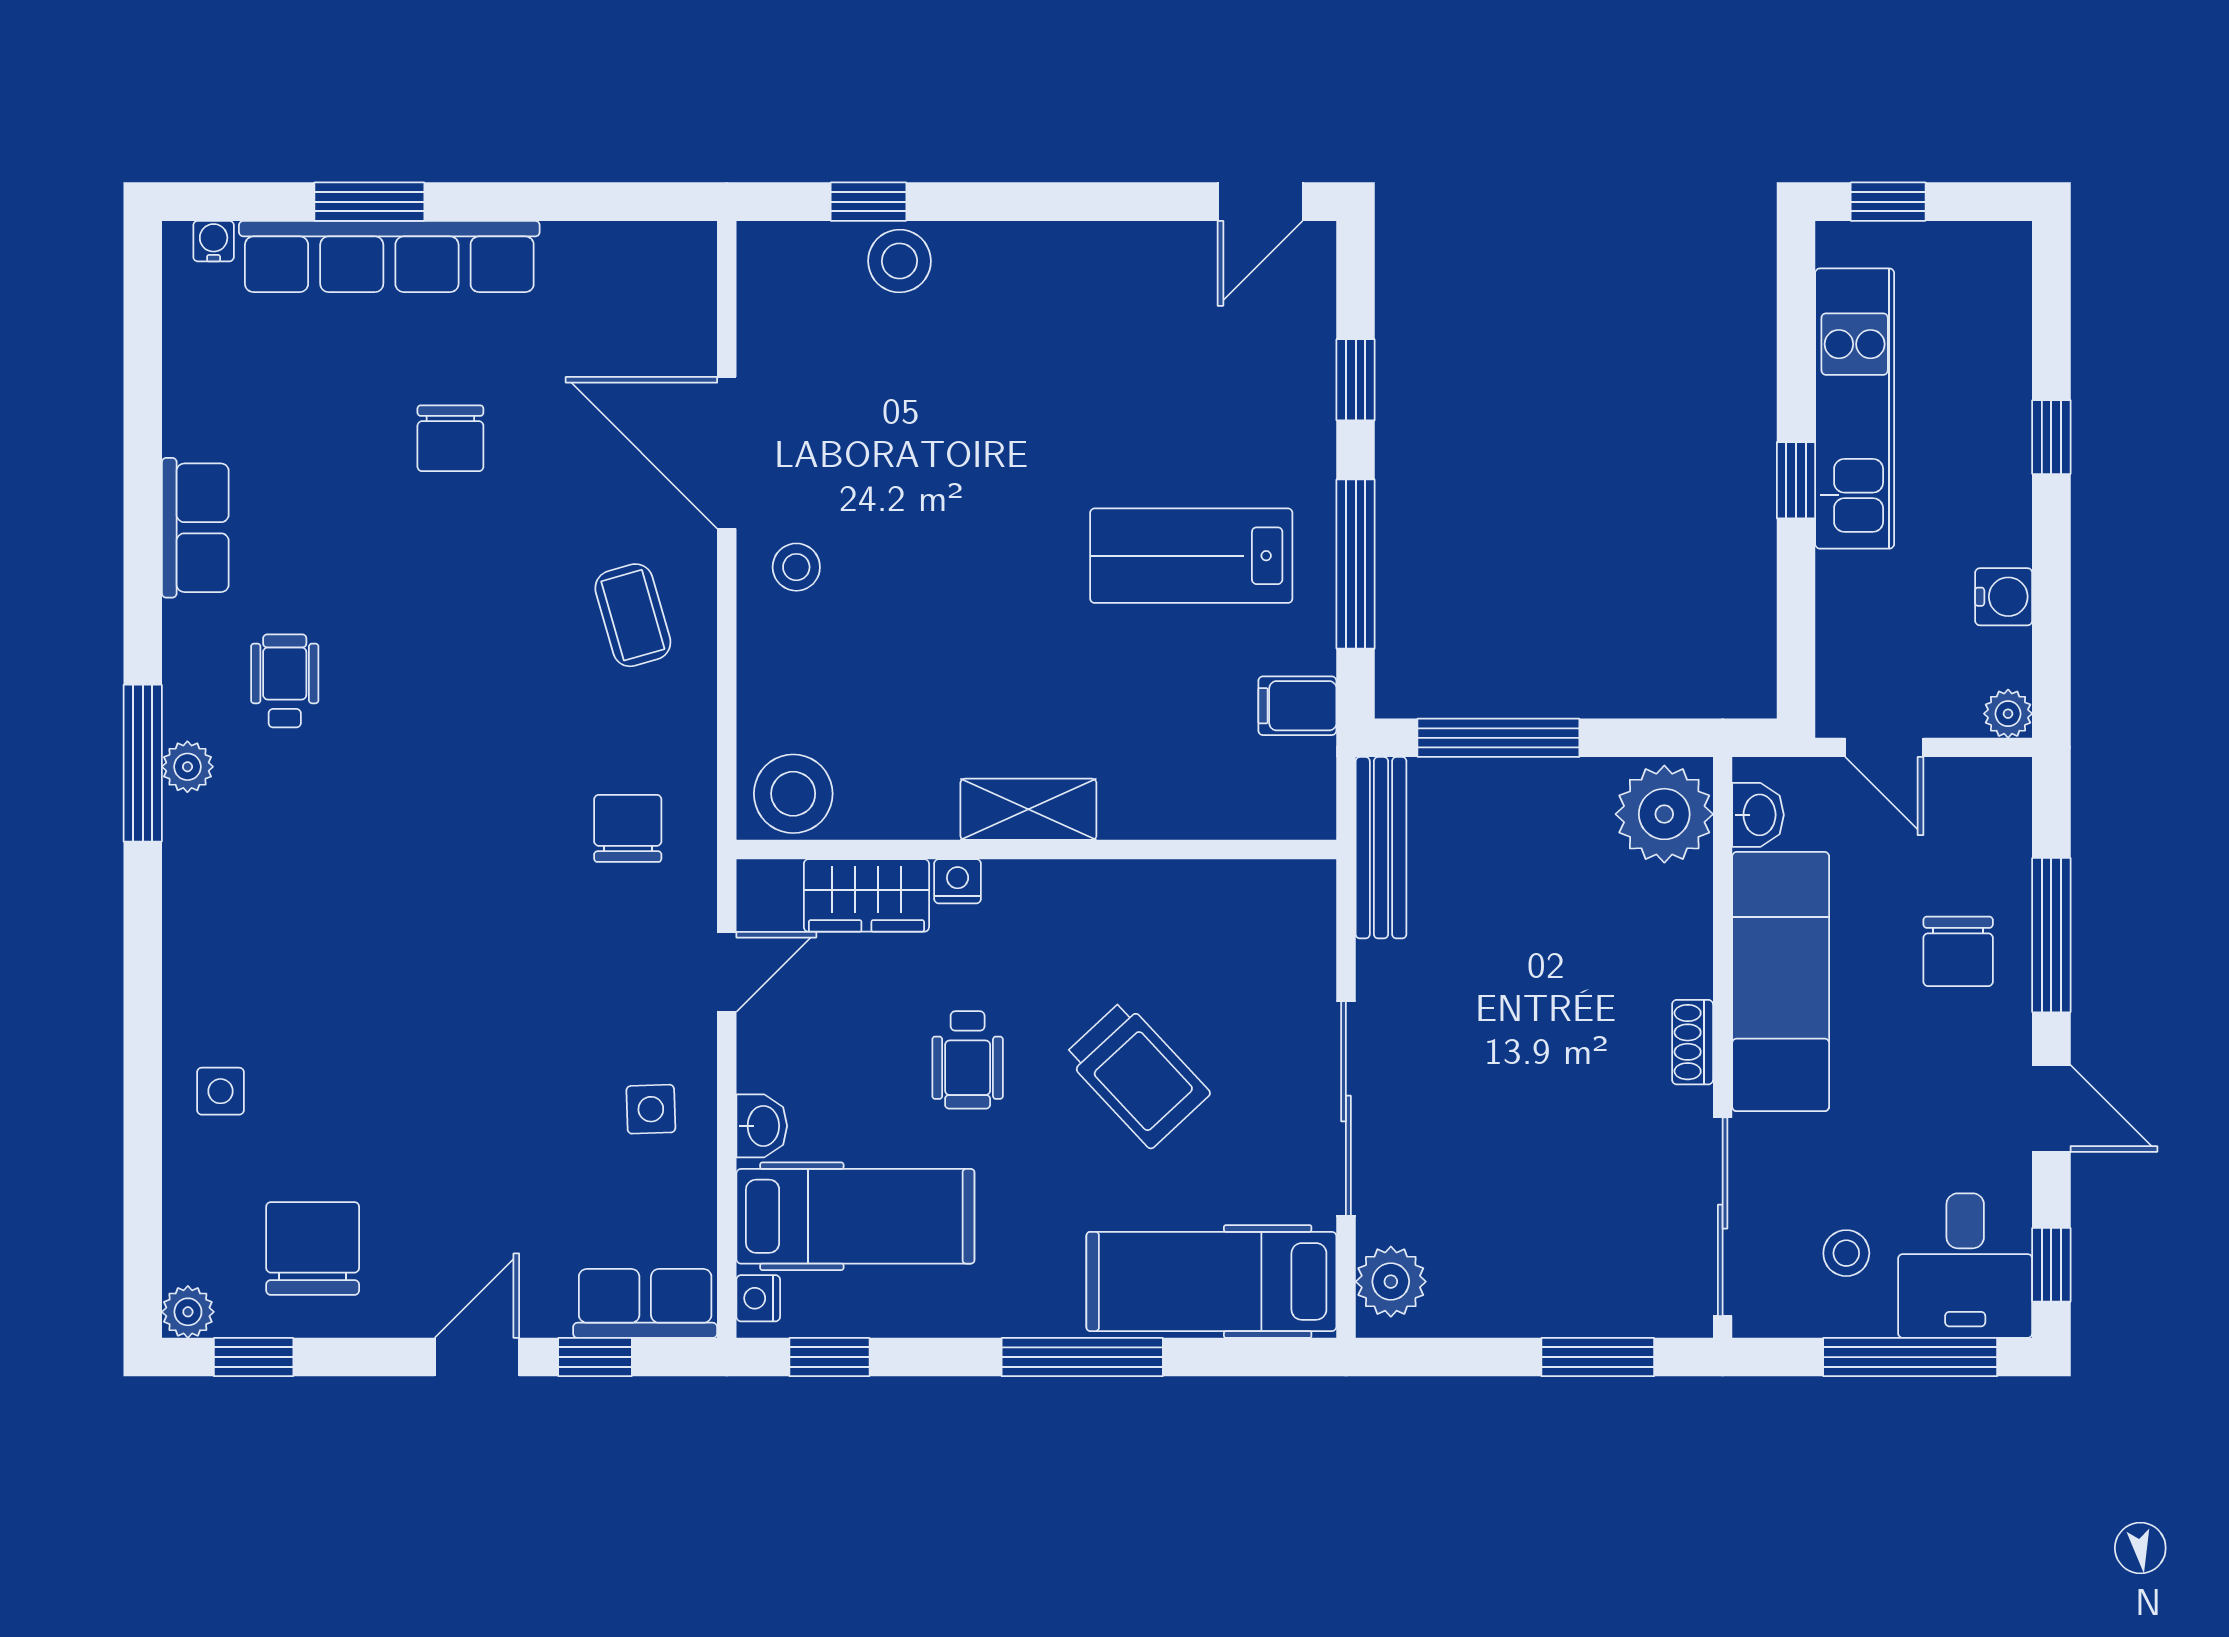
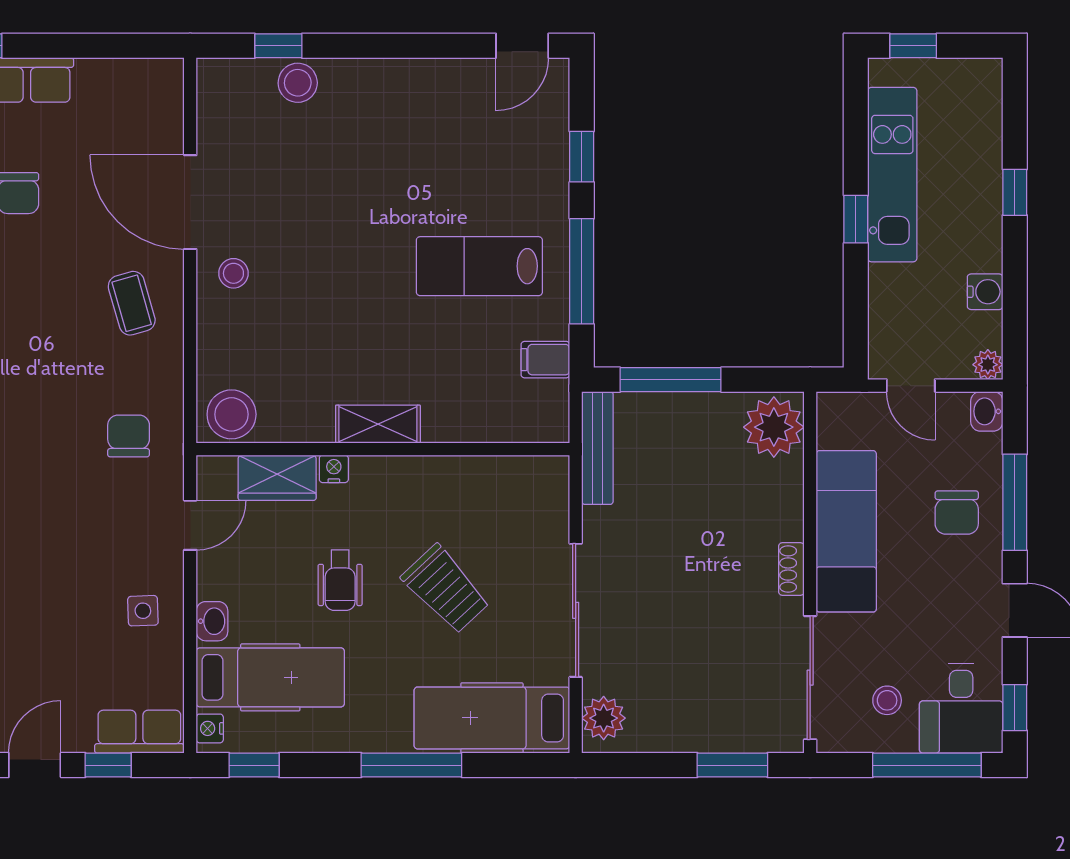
washbasin: (1758, 815) -> (987, 411), moved, turned 180

